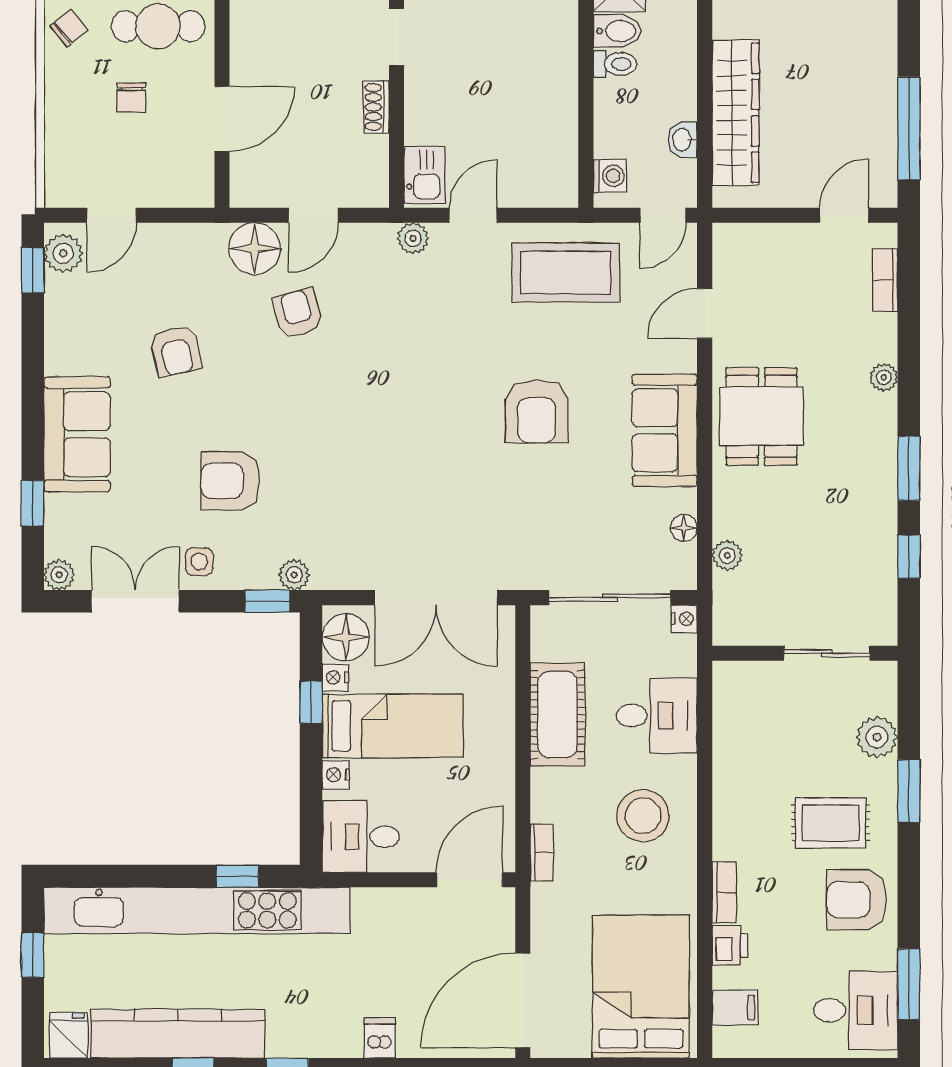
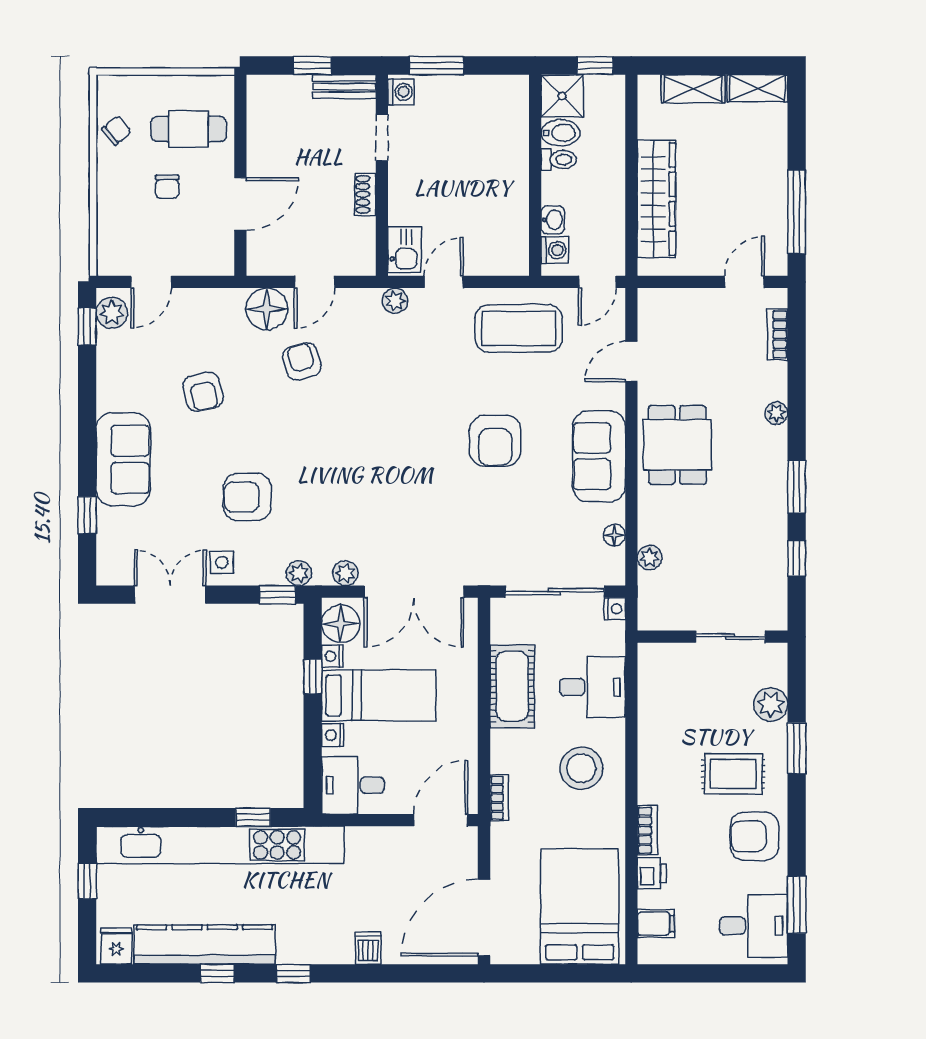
washbasin: (683, 140) -> (553, 220), moved, turned 180
plant: (59, 575) -> (345, 573), moved

